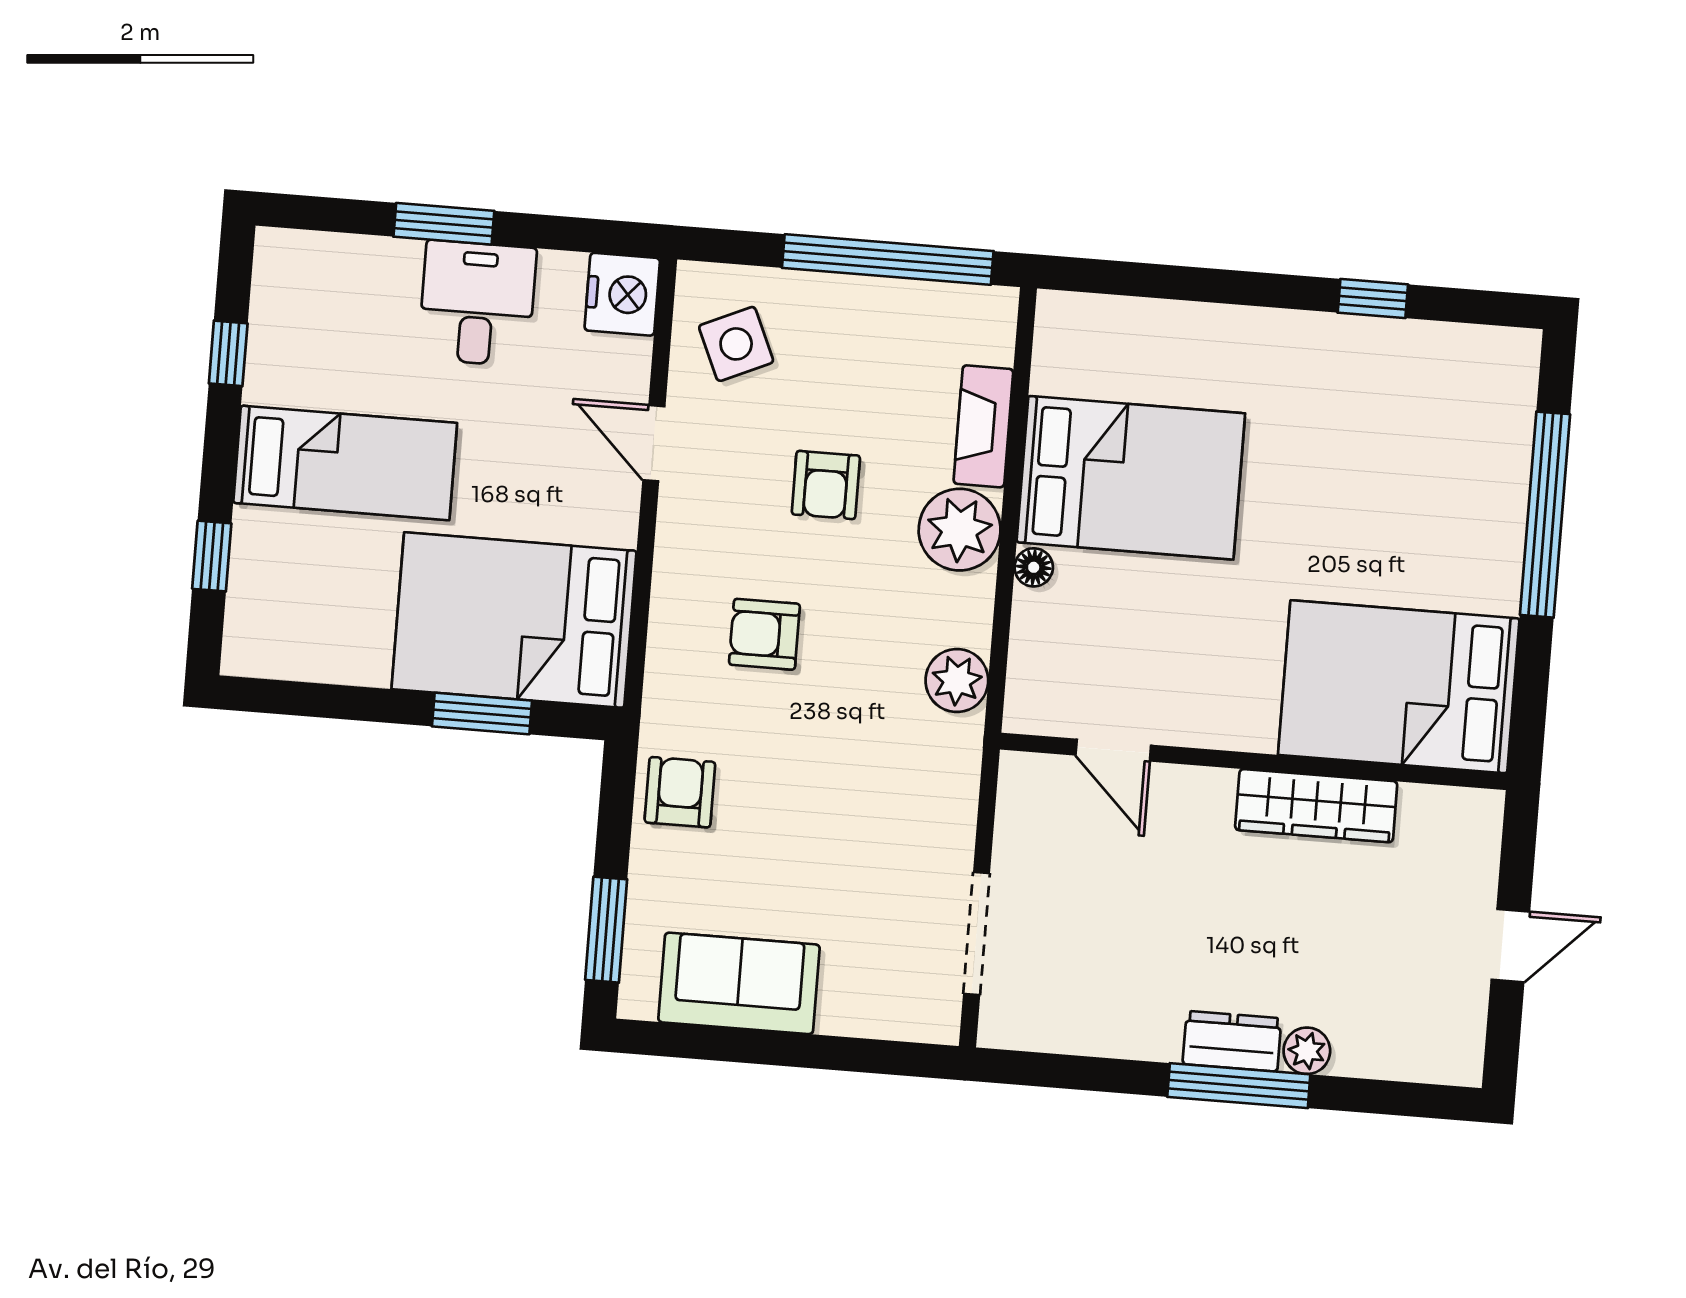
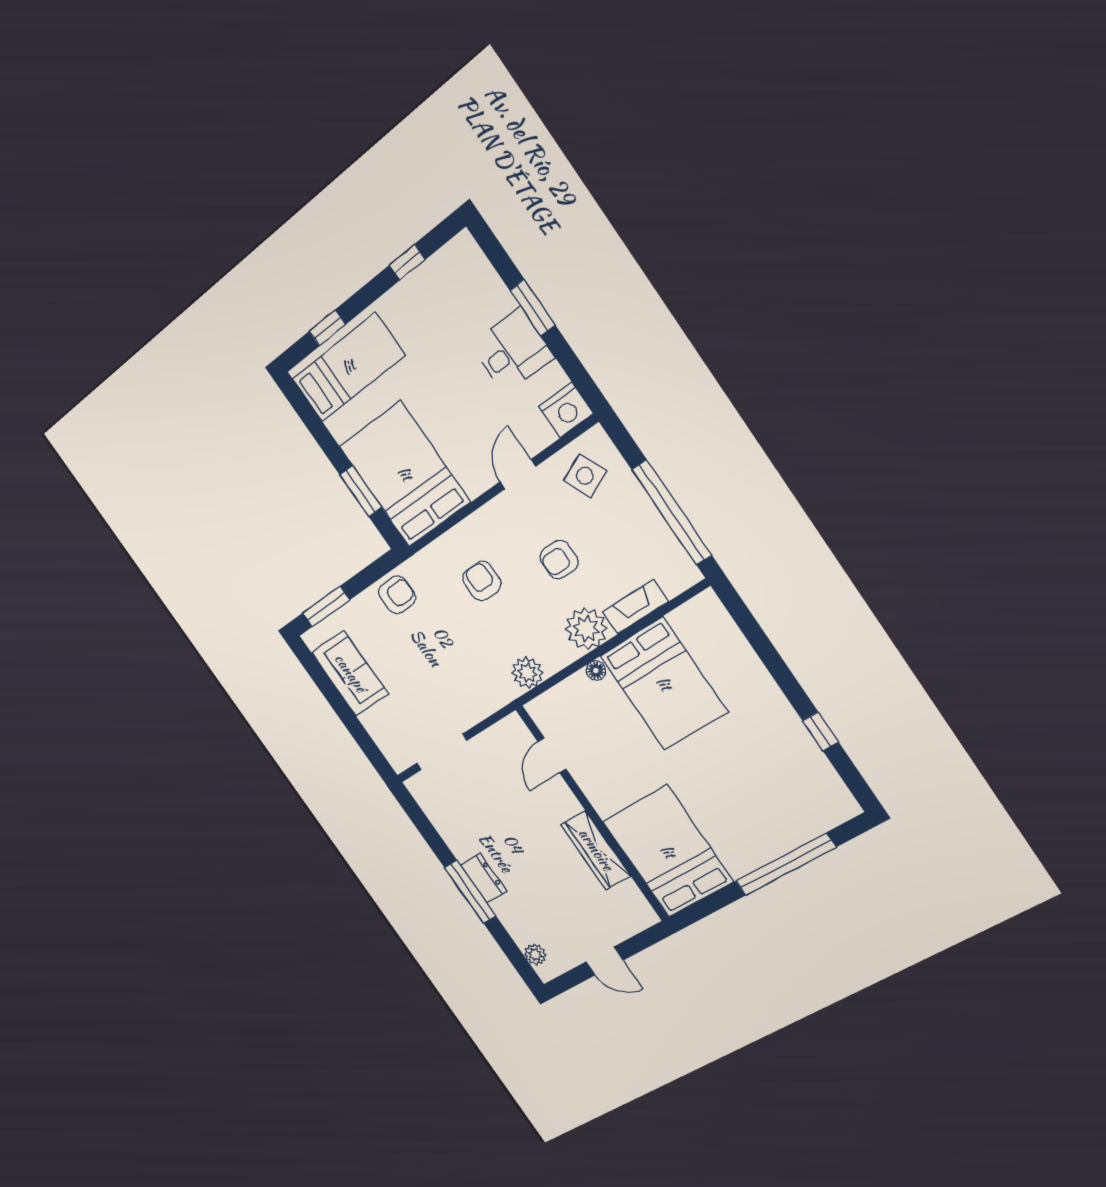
bed: (345, 463) -> (349, 367), moved, turned -90
plant: (1307, 1051) -> (535, 954), moved

